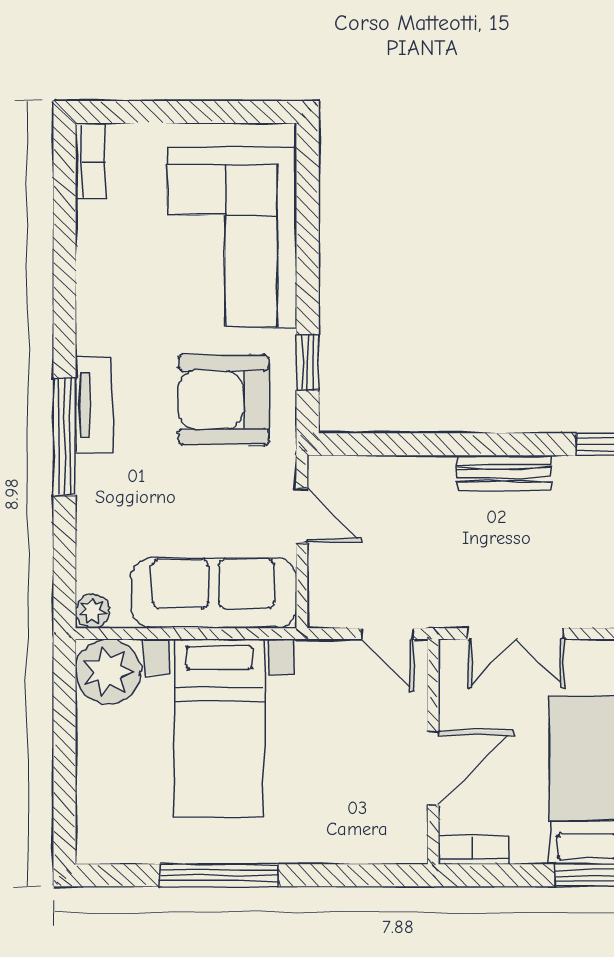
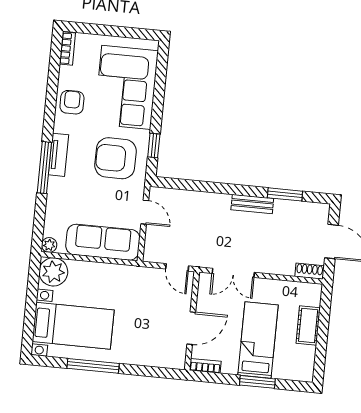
armchair: (113, 283) -> (72, 102), added
bench: (504, 473) -> (252, 204), moved
bed with nightstands: (219, 728) -> (73, 326), moved, turned -90

